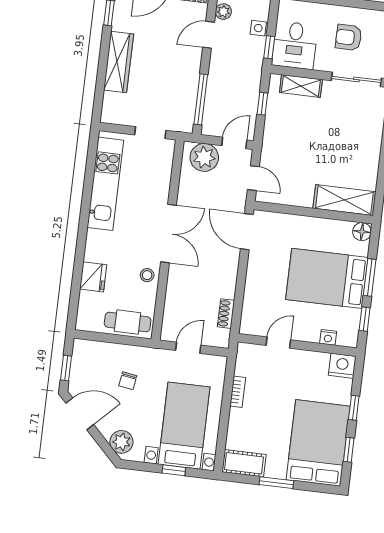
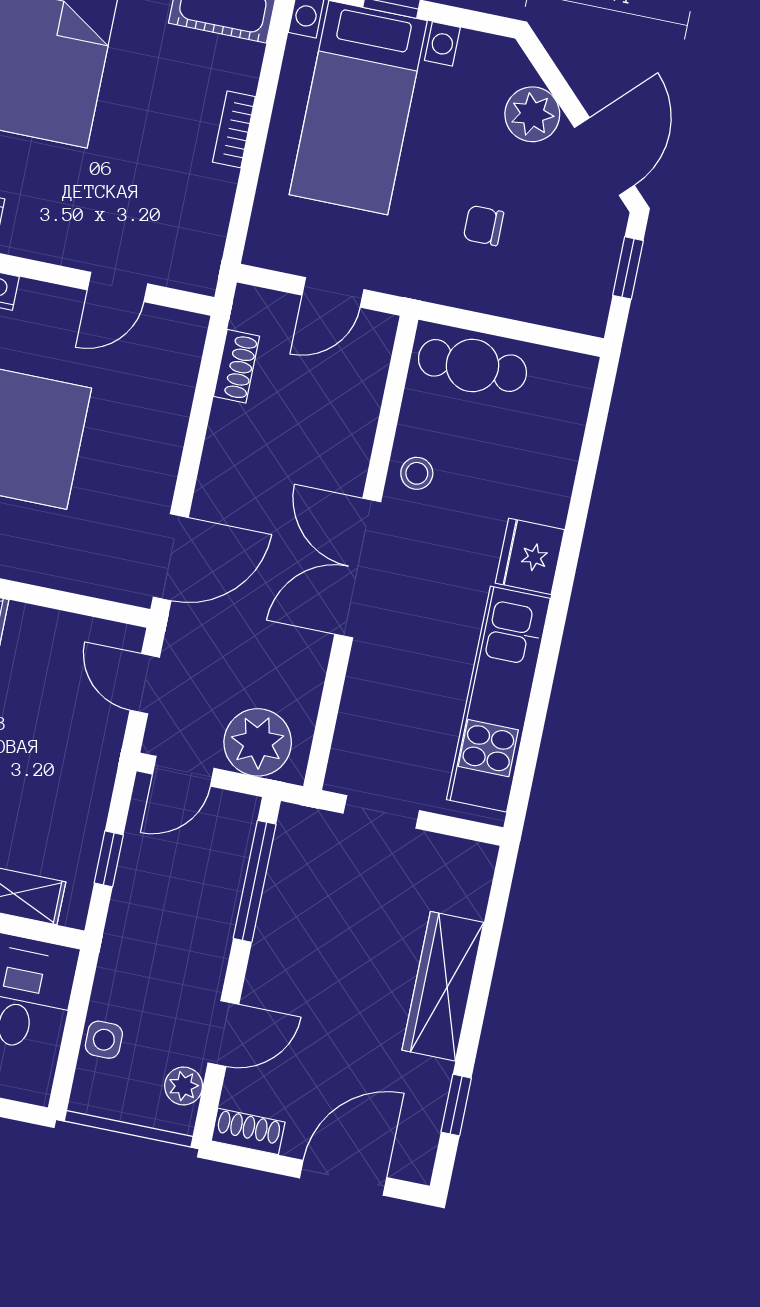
window: (269, 47) -> (81, 992), removed
door: (247, 232) -> (171, 557), hinge flipped
fridge: (93, 277) -> (530, 556), moved
chair: (128, 381) -> (483, 225), turned -99
bookcase: (238, 392) -> (234, 129), moved
door: (80, 414) -> (604, 156), swing flipped
plant: (121, 442) -> (532, 114), moved

